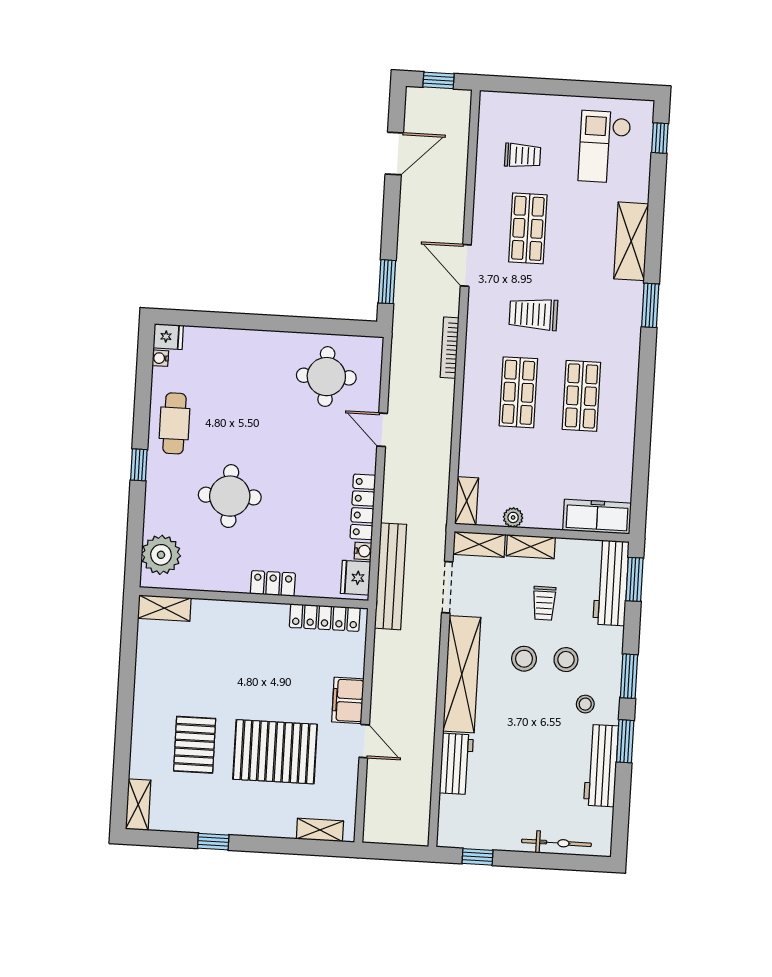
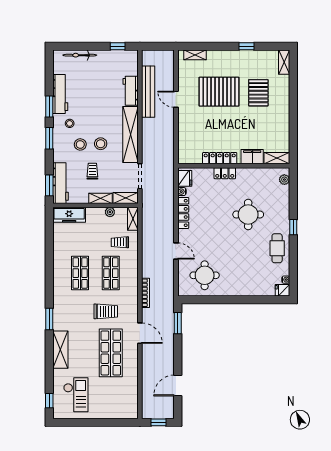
trolley: (523, 155) -> (120, 242), moved
shop shelf: (528, 228) -> (111, 353), width x1.43, depth x1.36
plant: (161, 555) -> (284, 180), width x0.53, depth x0.53
bench: (391, 576) -> (148, 92), moved
locker: (325, 618) -> (220, 158), moved
filing cabinet: (348, 700) -> (252, 157), moved, turned -90

